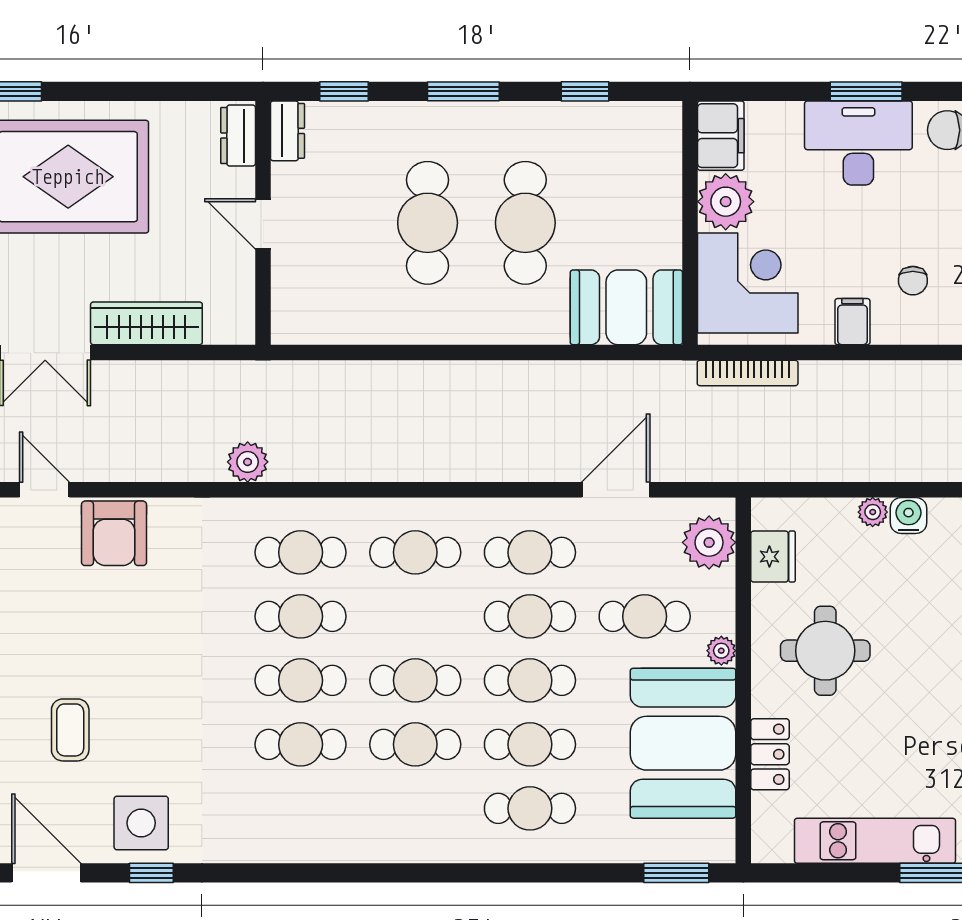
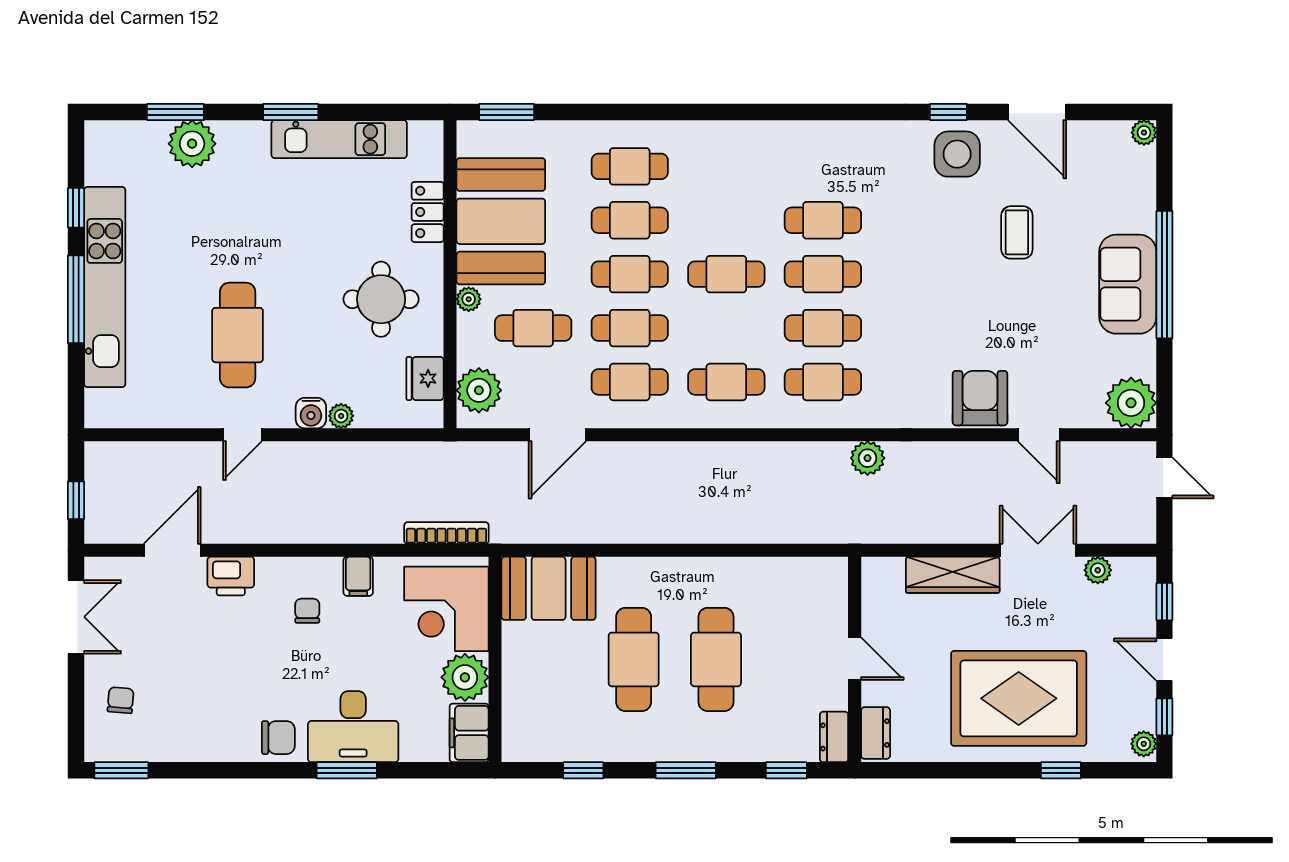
cafe table: (415, 744) -> (726, 220), removed

